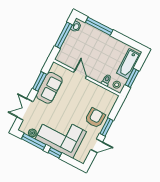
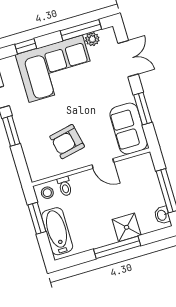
window: (99, 26) -> (117, 247), moved
shower: (97, 36) -> (127, 227), added
sofa: (49, 88) -> (129, 129), moved
armchair: (95, 118) -> (67, 142), moved, turned 76
window: (55, 153) -> (26, 46), moved

